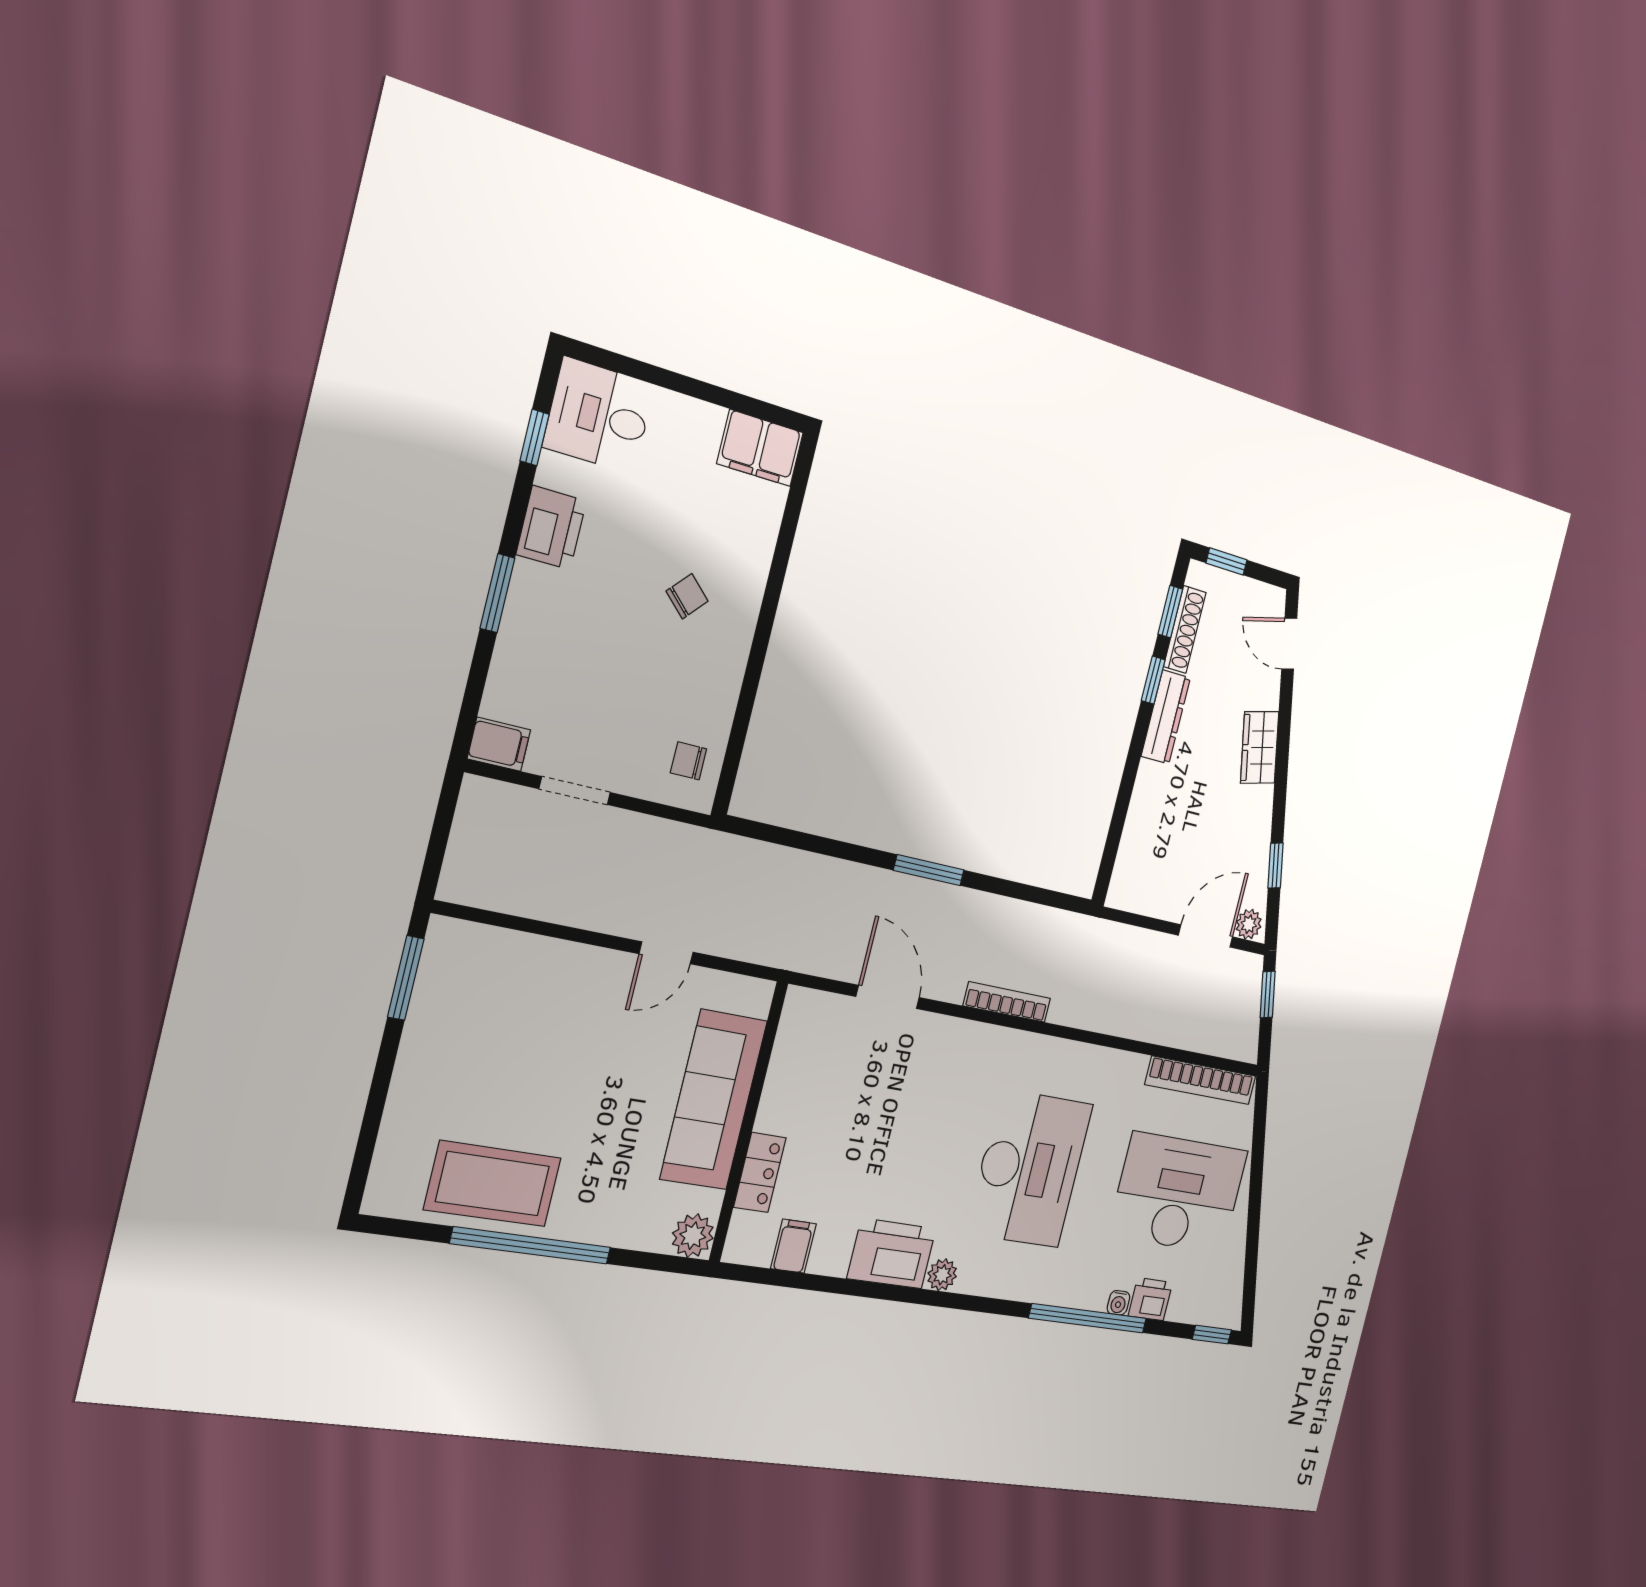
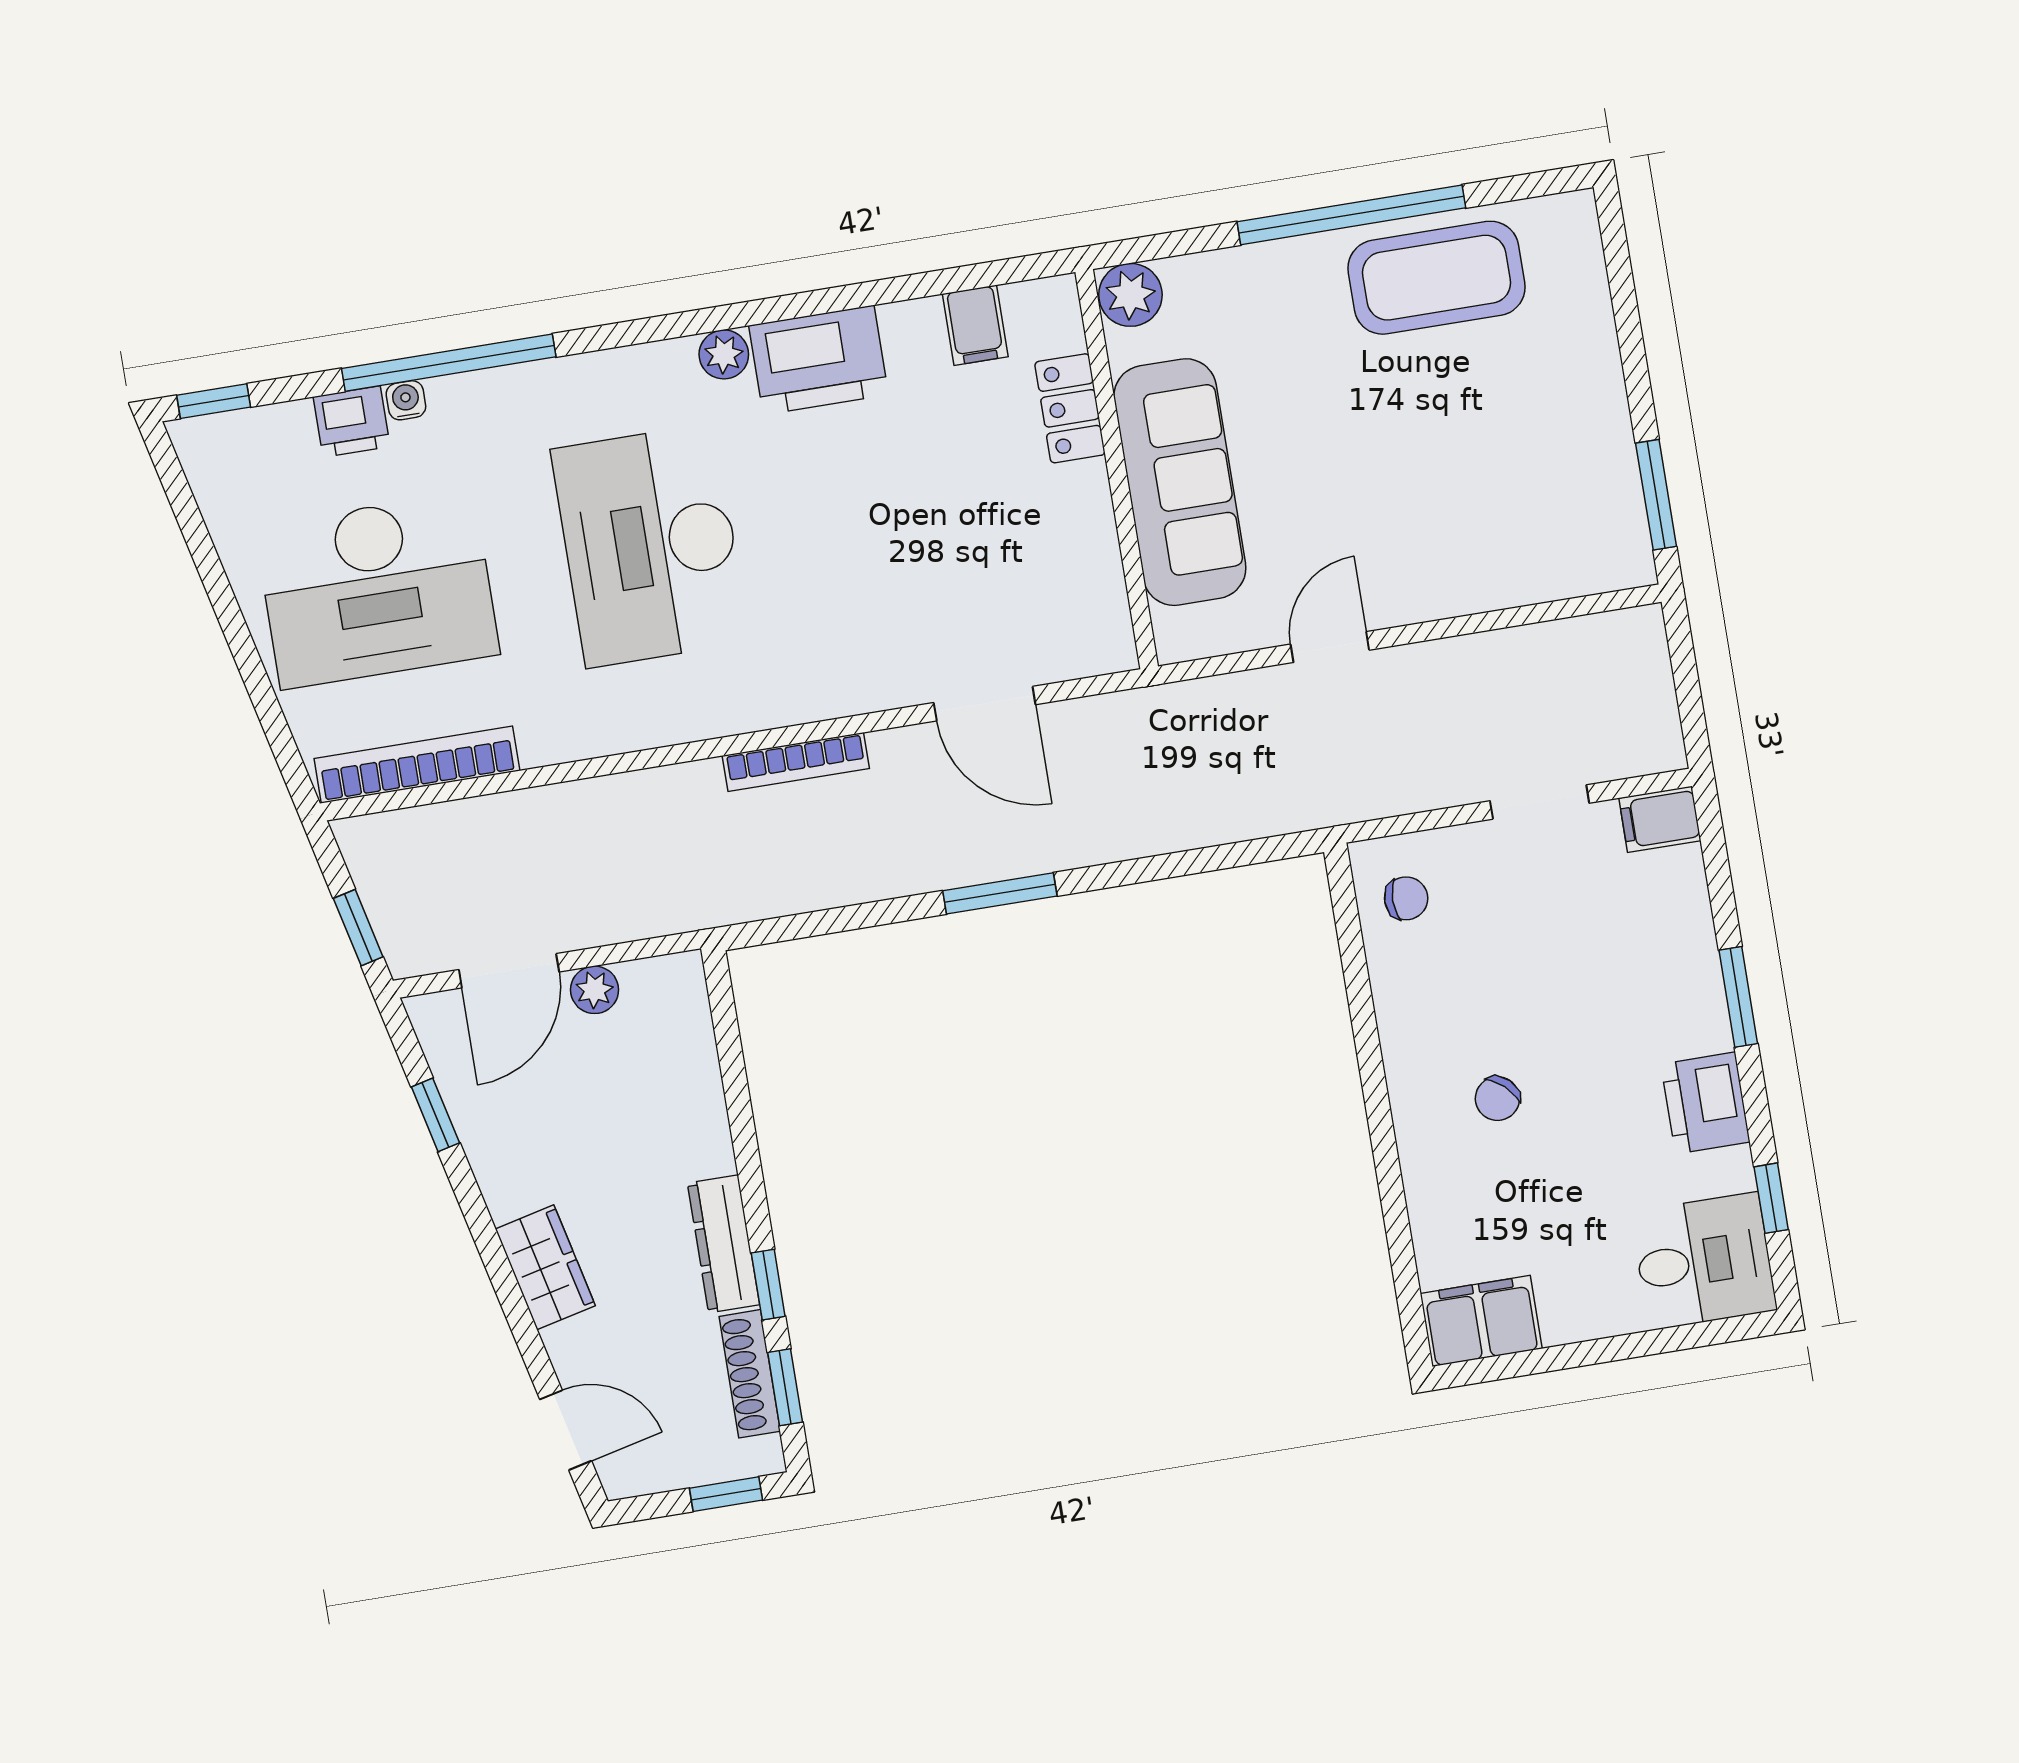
plant: (1249, 924) -> (595, 990), moved

